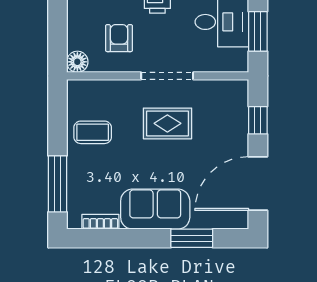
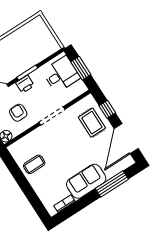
rug: (167, 123) -> (92, 123), moved, turned 90
window: (57, 184) -> (33, 199), removed
window: (192, 238) -> (112, 184), width x1.44

